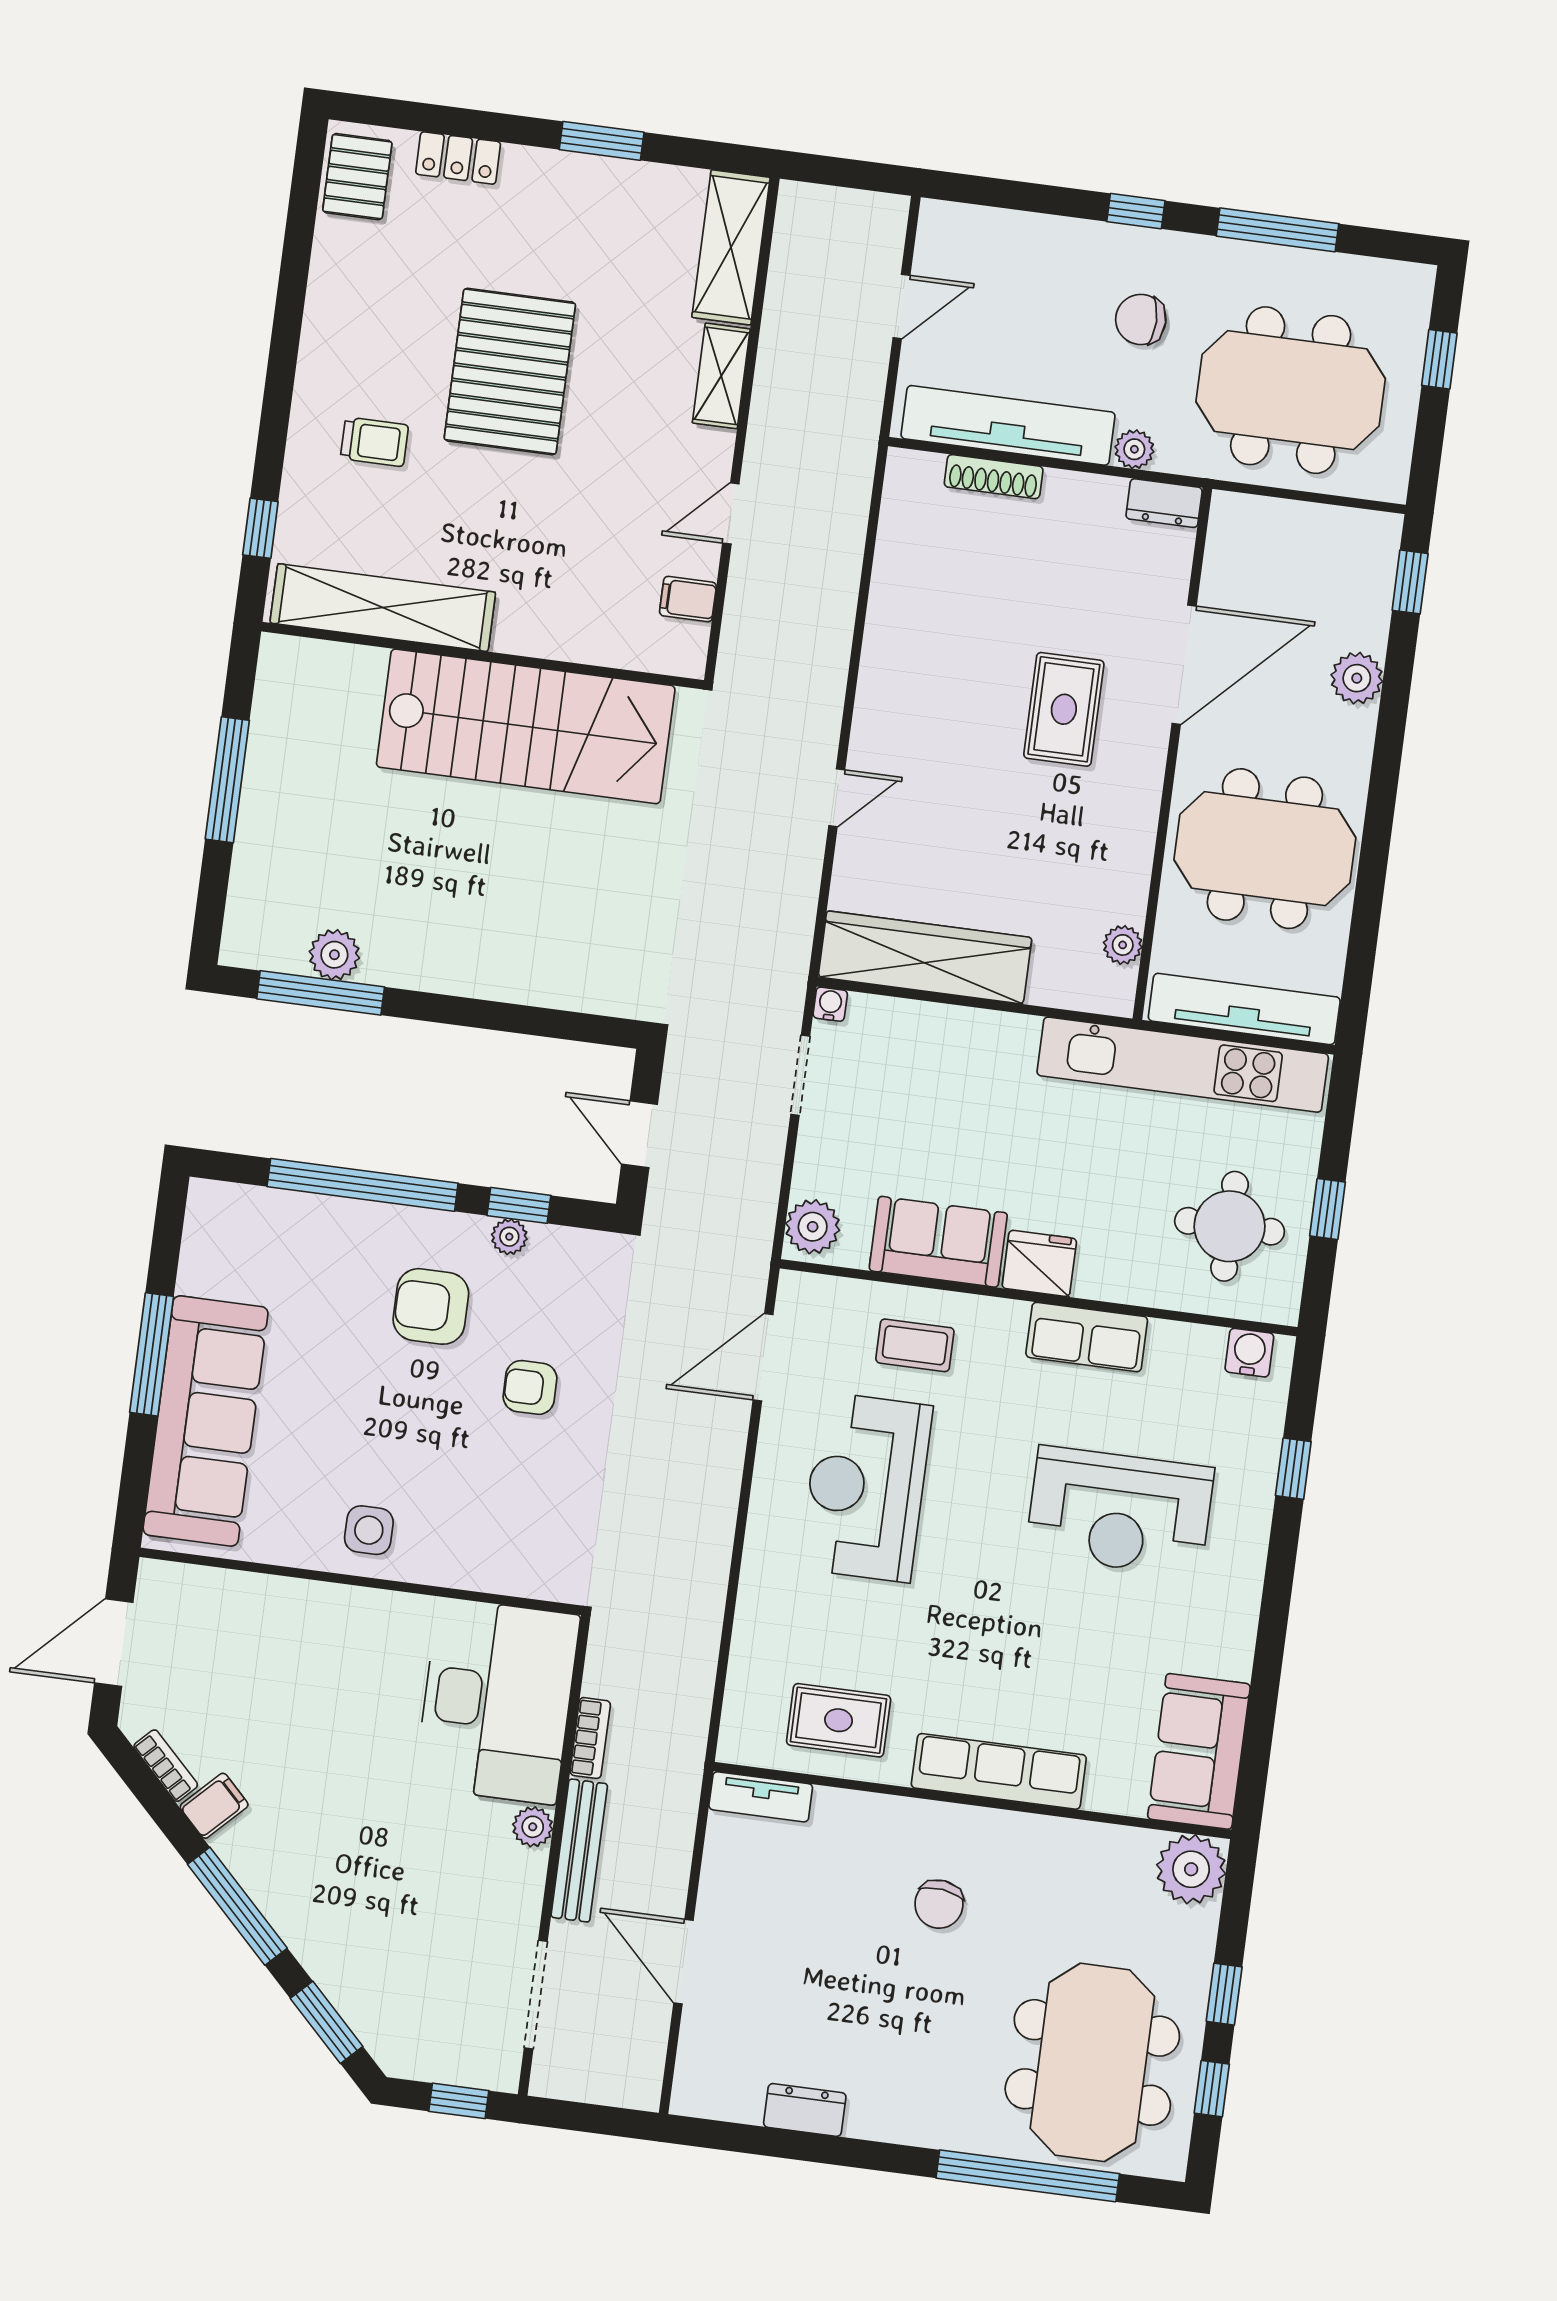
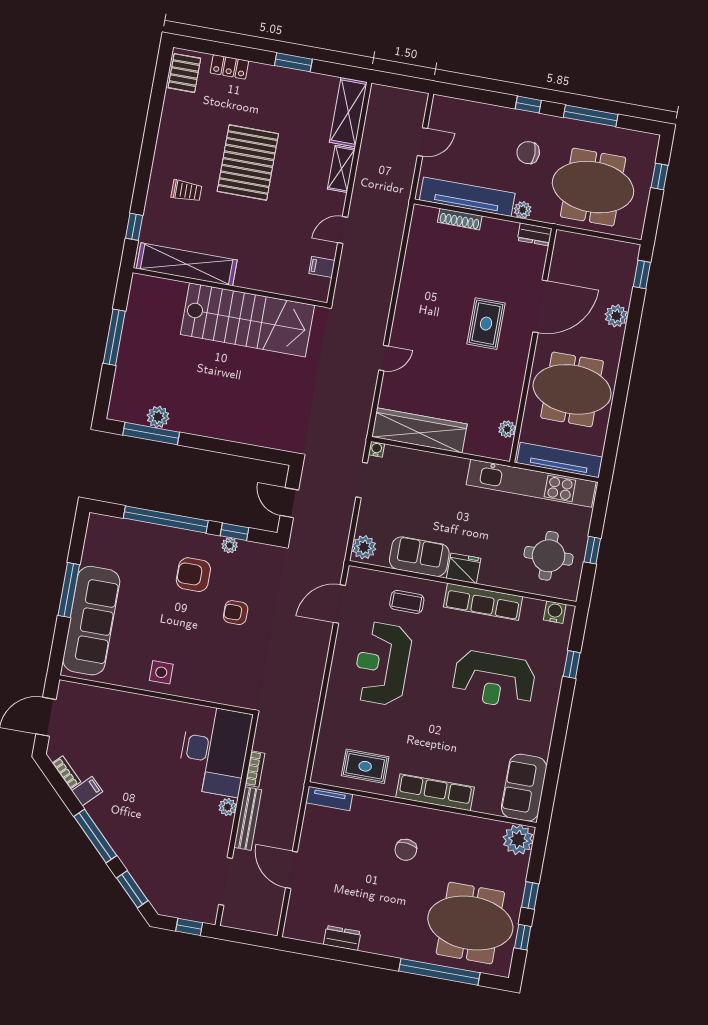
row of seats: (1087, 1337) -> (483, 602), width x1.48
meeting table: (1092, 2062) -> (470, 923), turned 90

